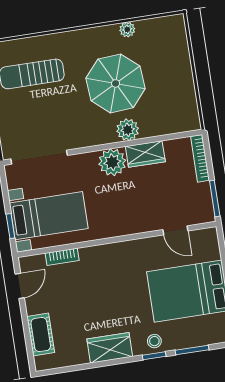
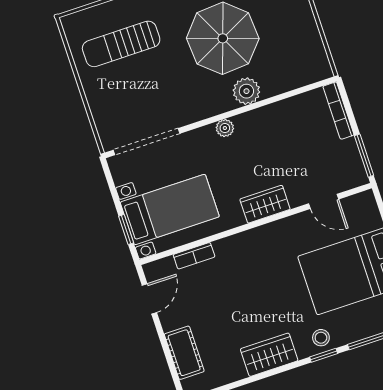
wardrobe: (145, 154) -> (265, 204), moved, turned 180
plant: (112, 162) -> (225, 128), width x0.53, depth x0.53

